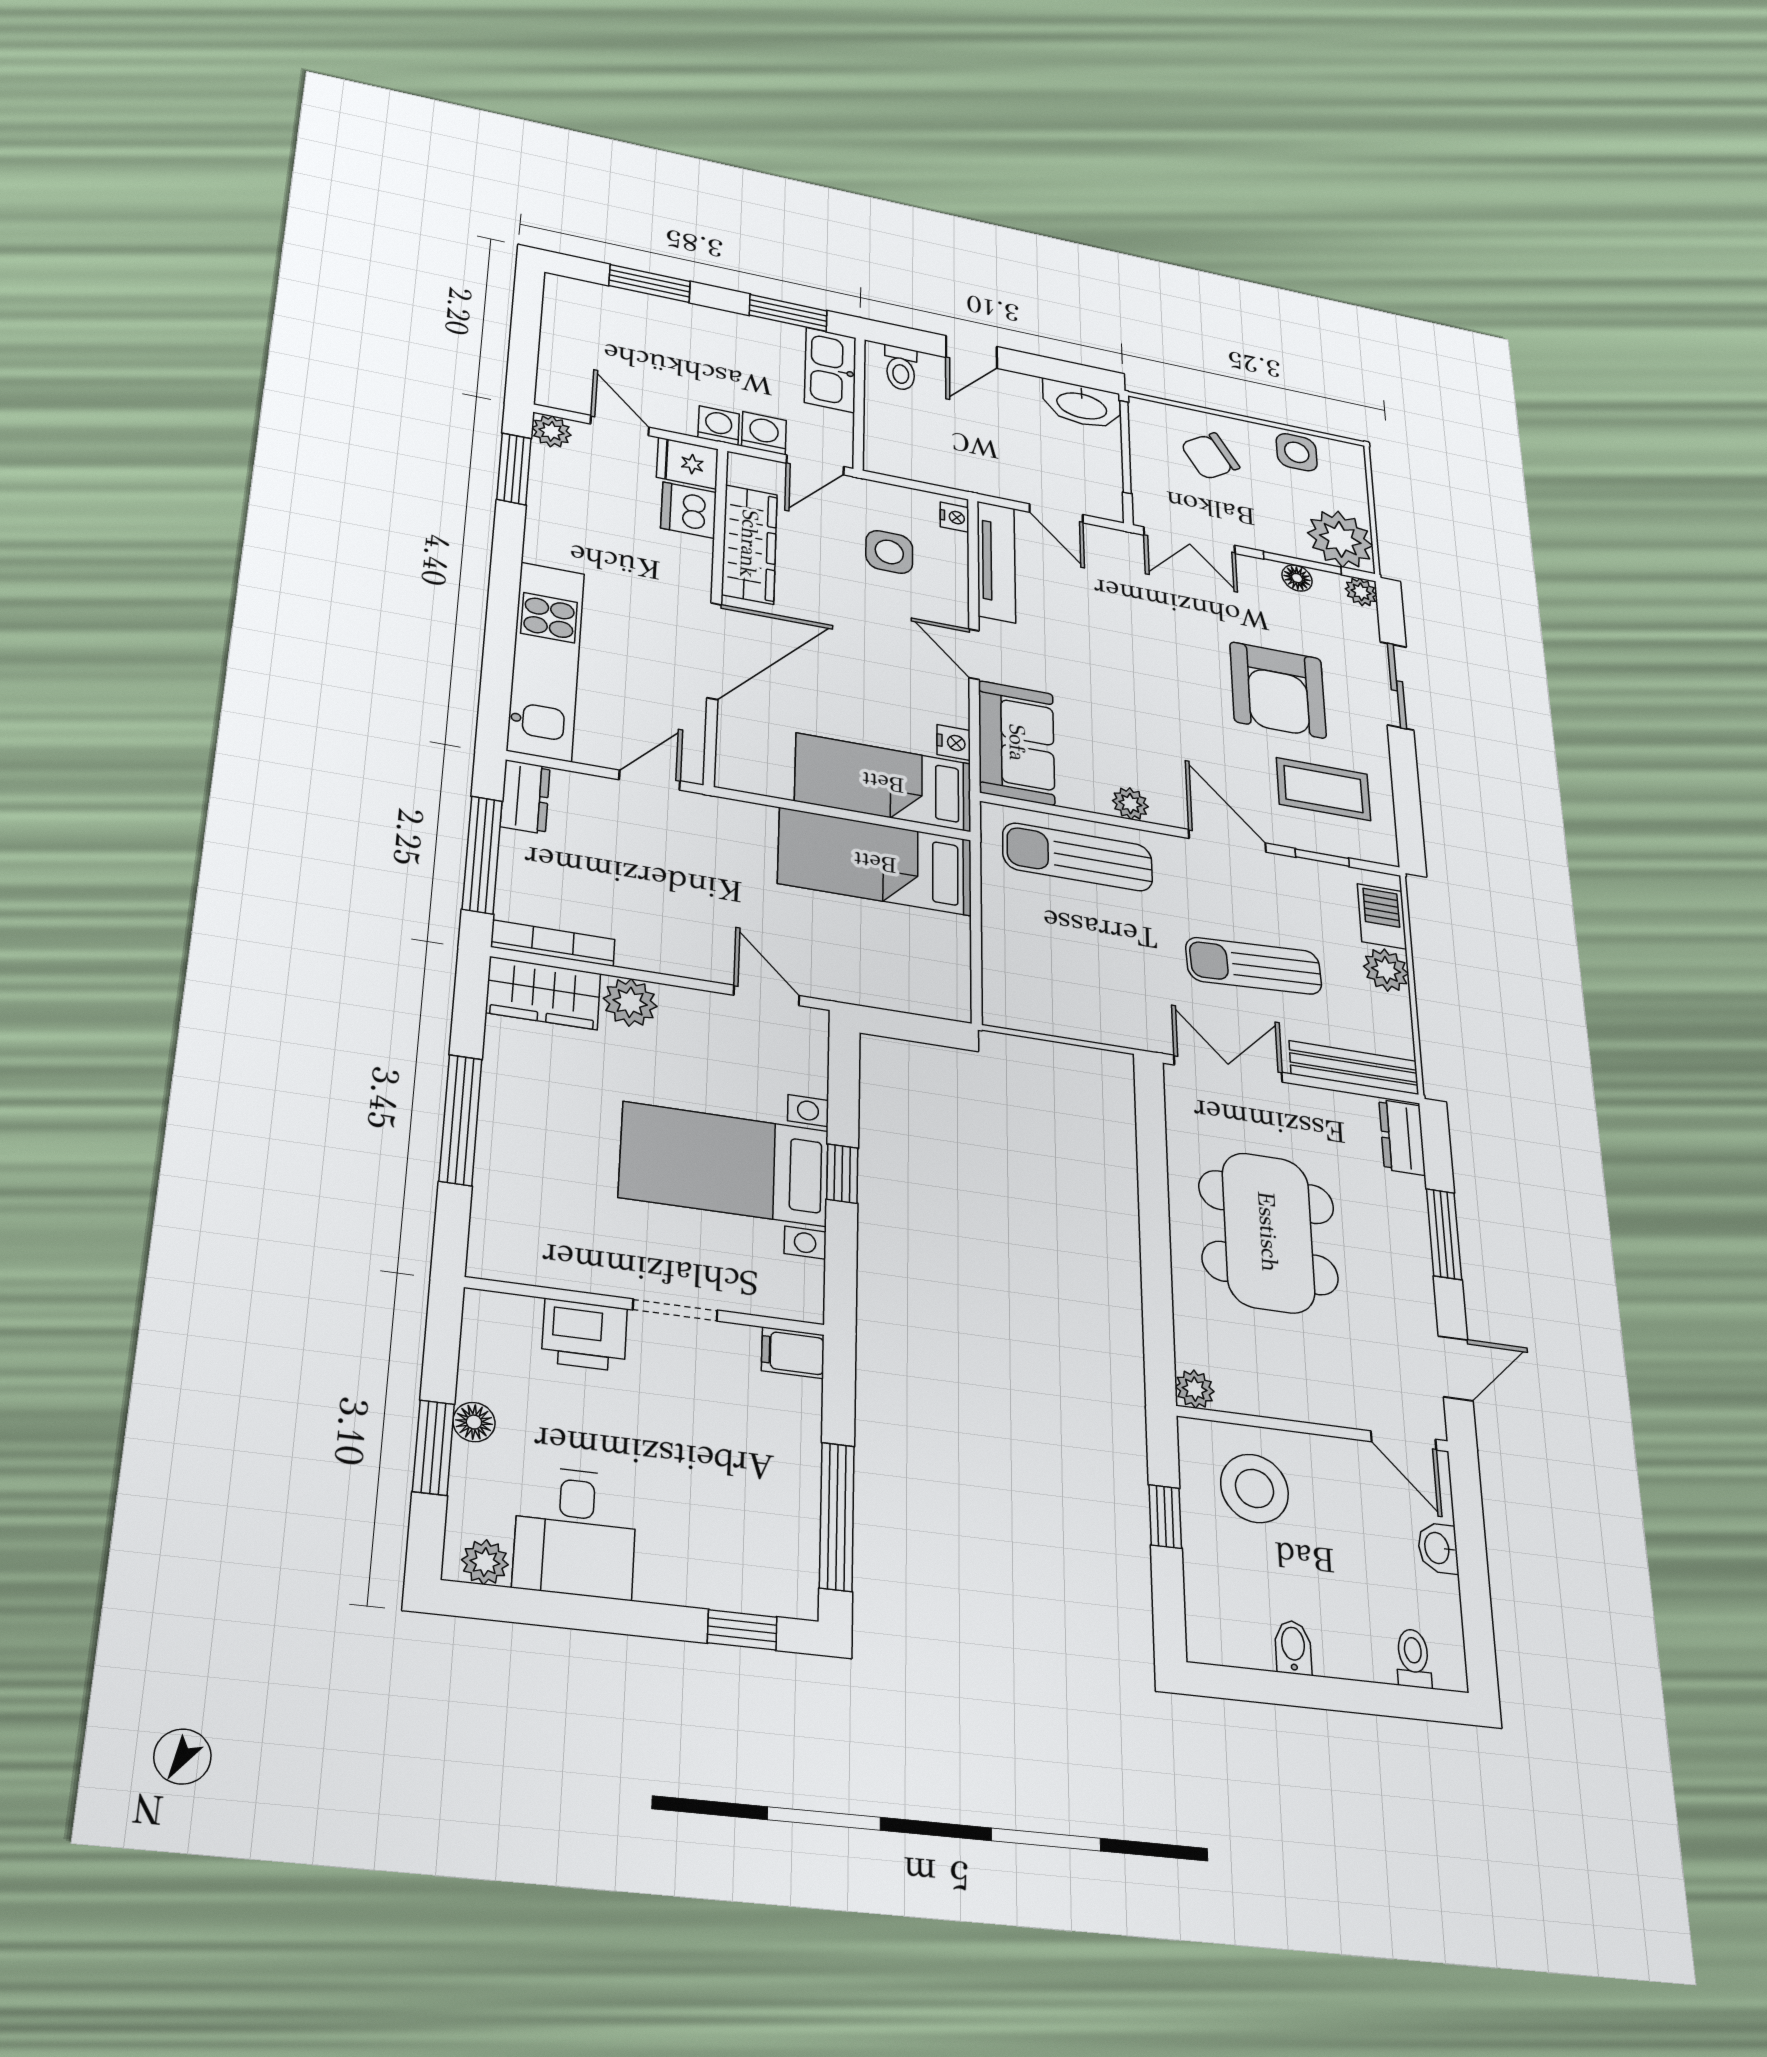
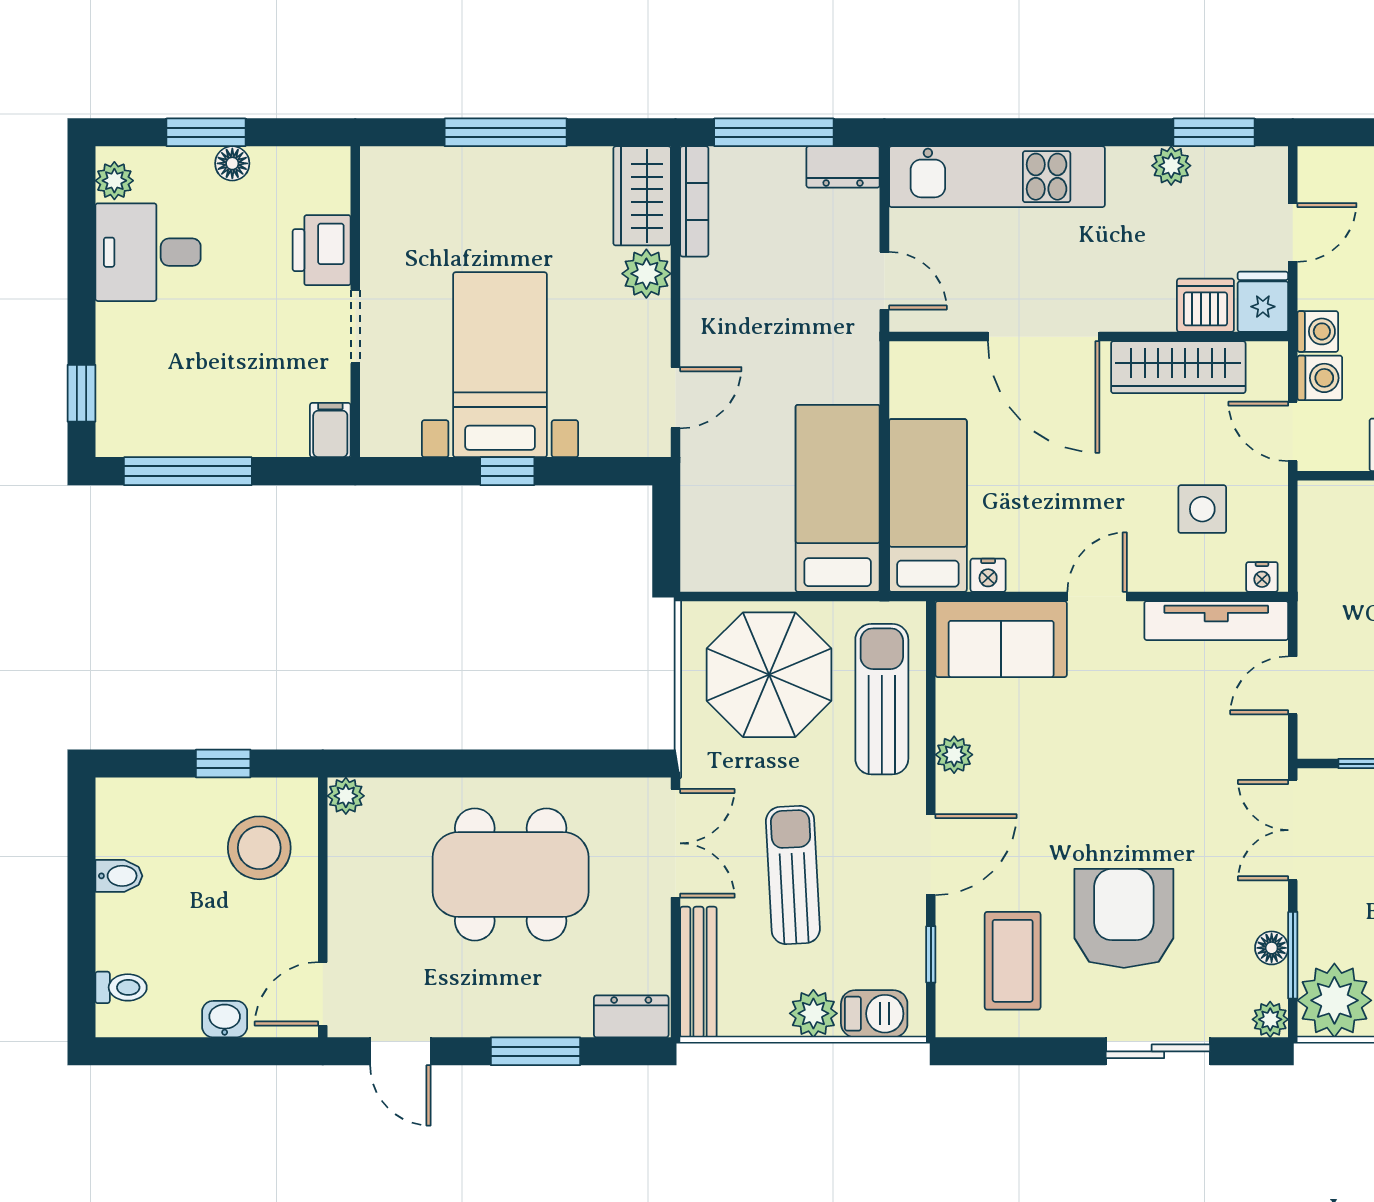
plant: (551, 431) -> (1171, 166), moved
armchair: (1278, 690) -> (1124, 918), turned 90
parasol: (1056, 954) -> (769, 675), added

